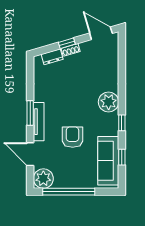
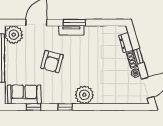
plant: (85, 47) -> (135, 73), added
tv unit: (39, 122) -> (71, 30), width x0.71
armchair: (73, 137) -> (52, 62), turned 105
sofa: (108, 161) -> (24, 94), width x0.73

